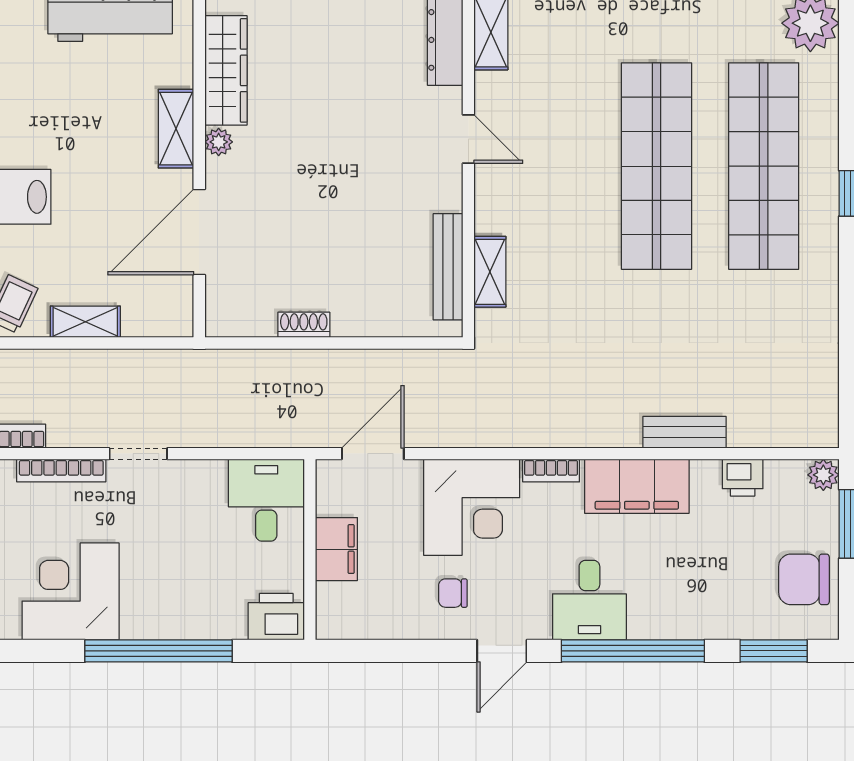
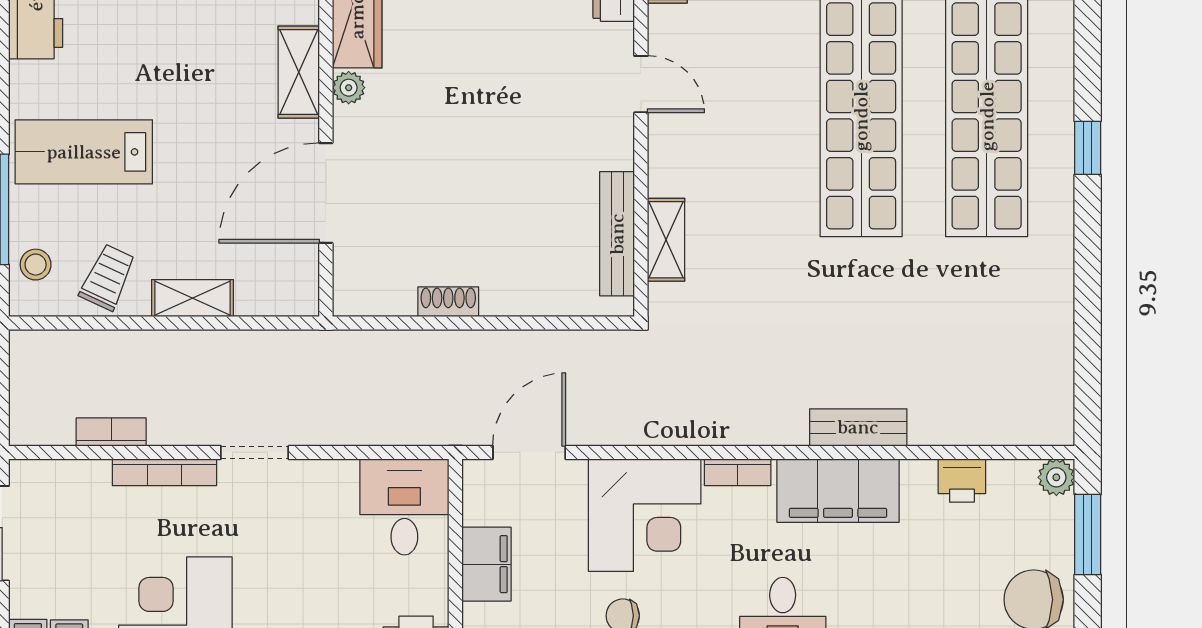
bench: (685, 432) -> (858, 427), moved

